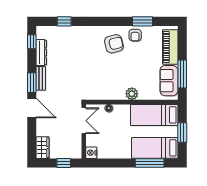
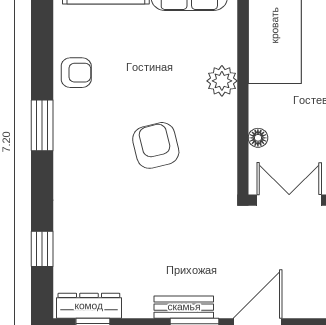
window: (142, 21) -> (42, 125), moved
armchair: (114, 44) -> (156, 145), moved
dresser: (41, 52) -> (89, 306), moved

